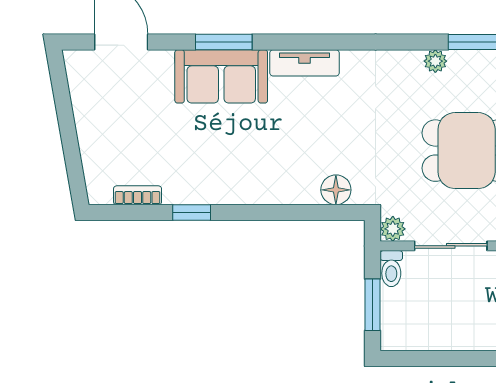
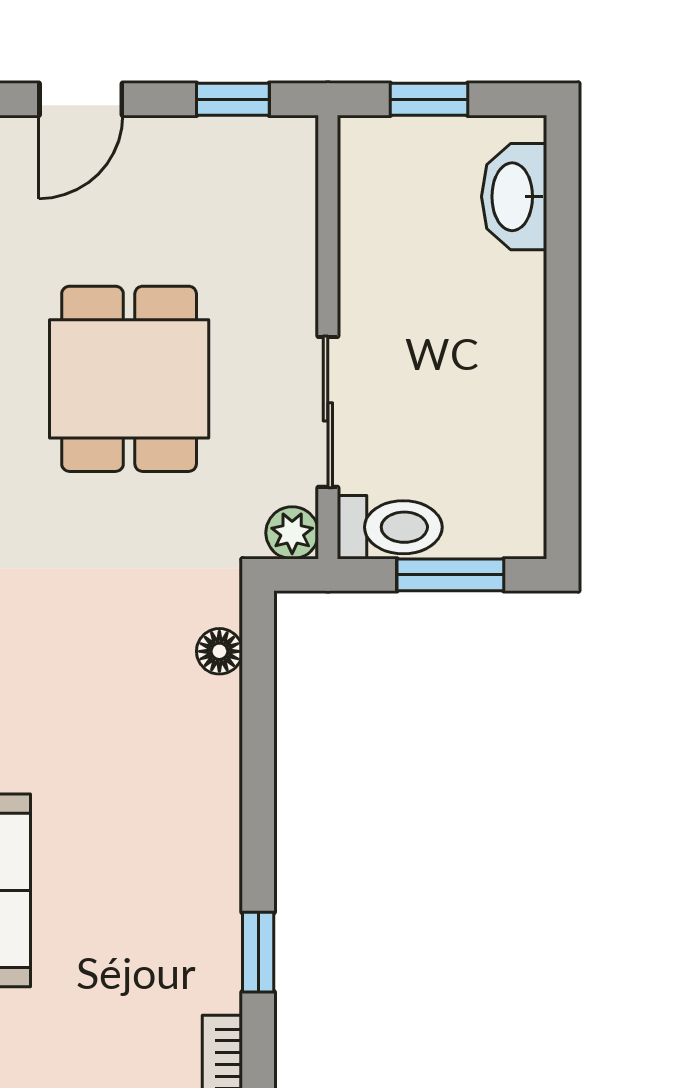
floor lamp: (336, 190) -> (219, 651), width x0.73, depth x0.73
toilet: (391, 269) -> (390, 527), width x1.37, depth x1.39

